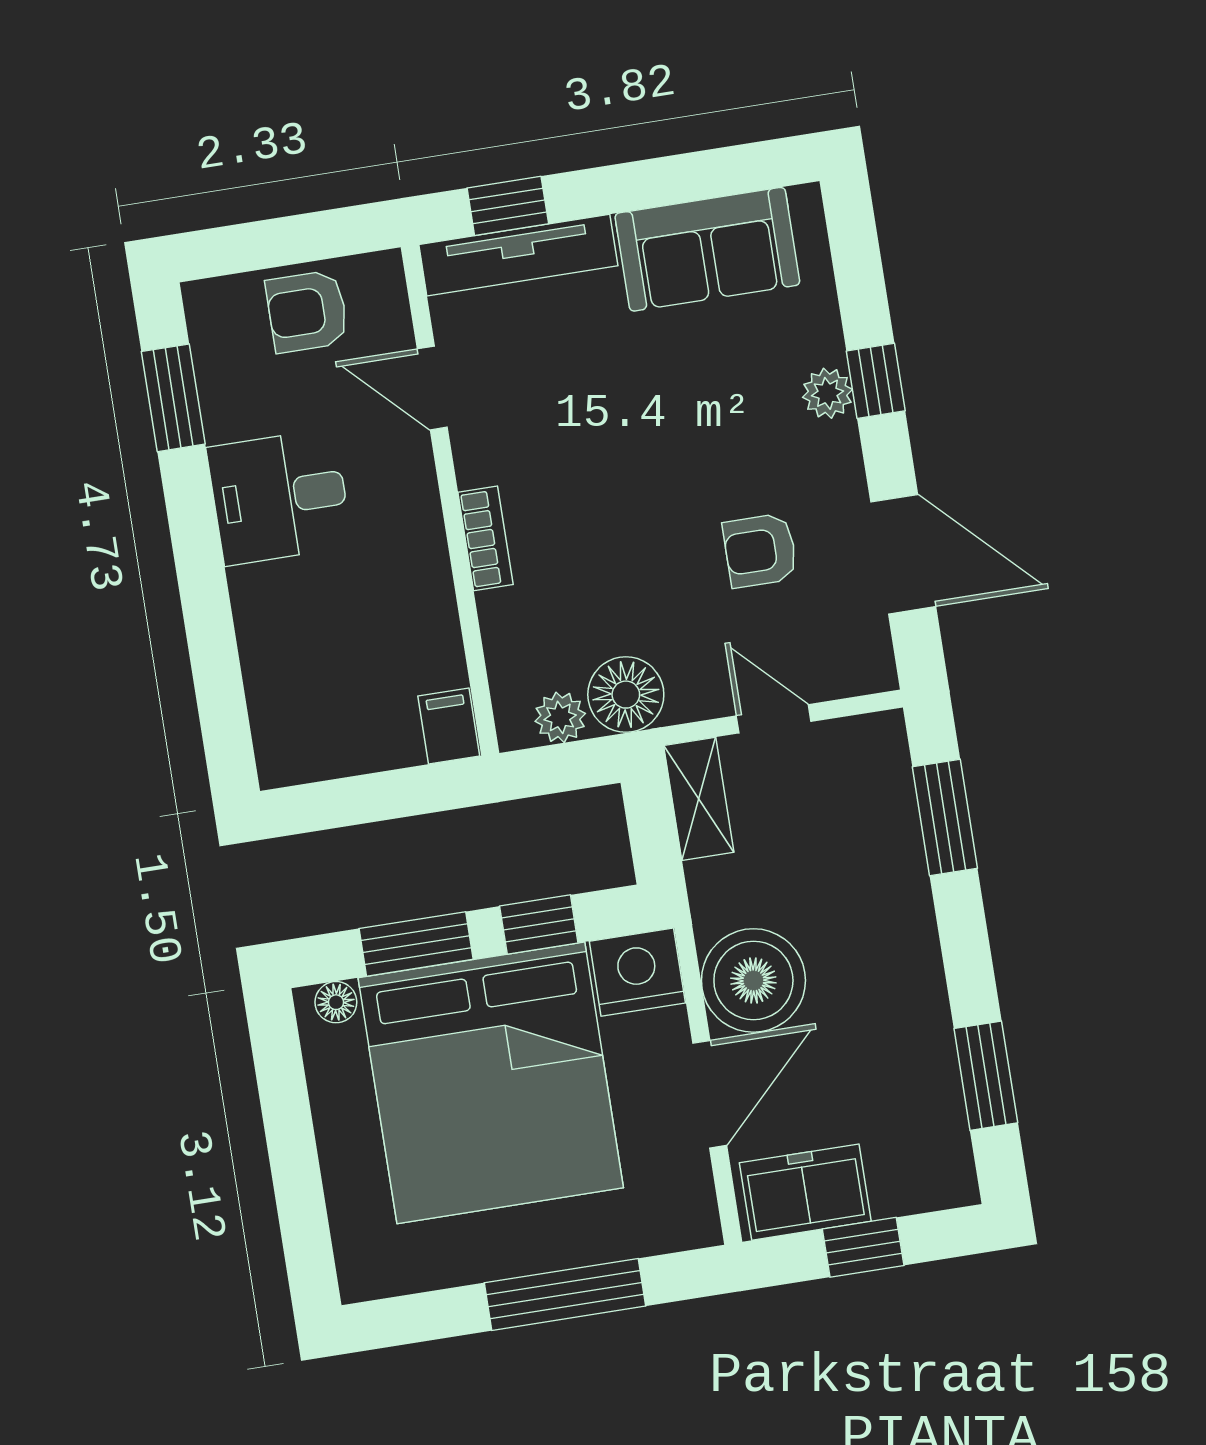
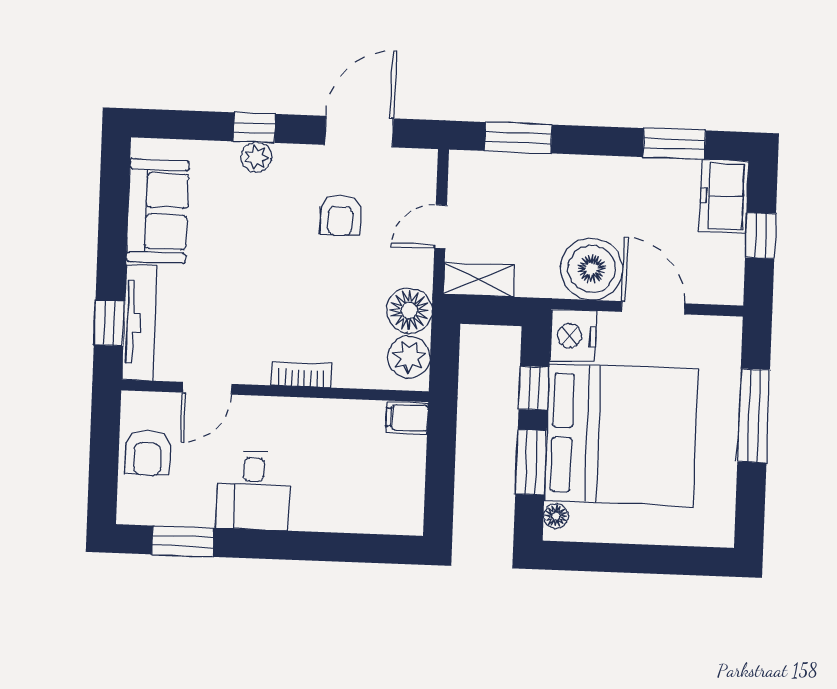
plant: (560, 717) -> (409, 357), width x1.38, depth x1.38
freezer: (805, 1192) -> (724, 196), moved

